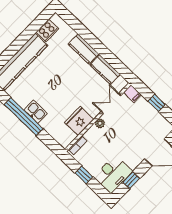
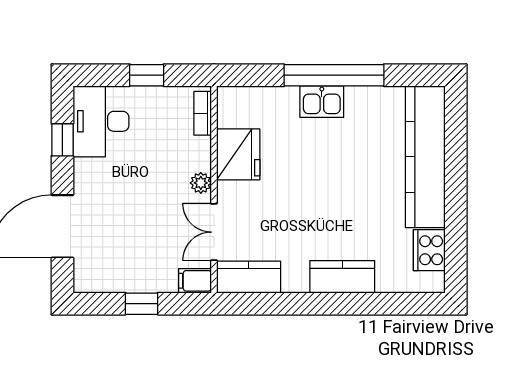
kitchen counter: (105, 70) -> (249, 277), moved
double door: (111, 103) -> (214, 232), swing flipped

